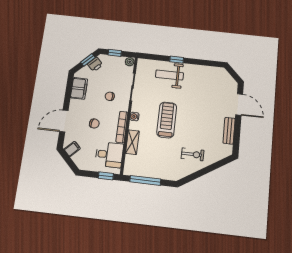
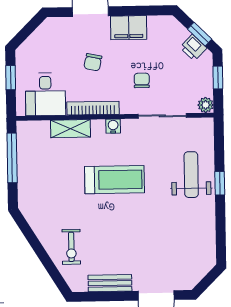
filing cabinet: (79, 88) -> (129, 28), moved
filing cabinet: (72, 149) -> (47, 33), removed
exercise bike: (193, 154) -> (71, 247), moved
window: (106, 176) -> (11, 78), moved

